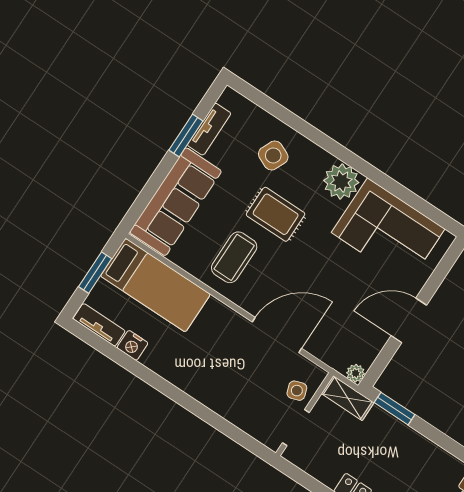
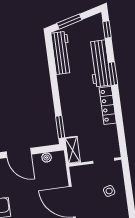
plant: (356, 373) -> (47, 158), moved
side table: (297, 391) -> (109, 191), moved

